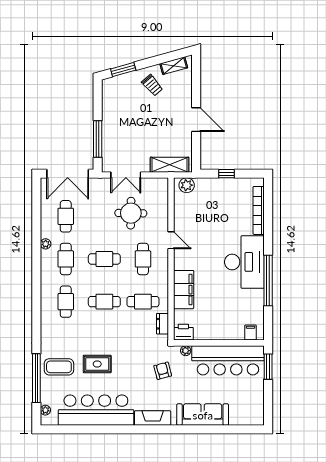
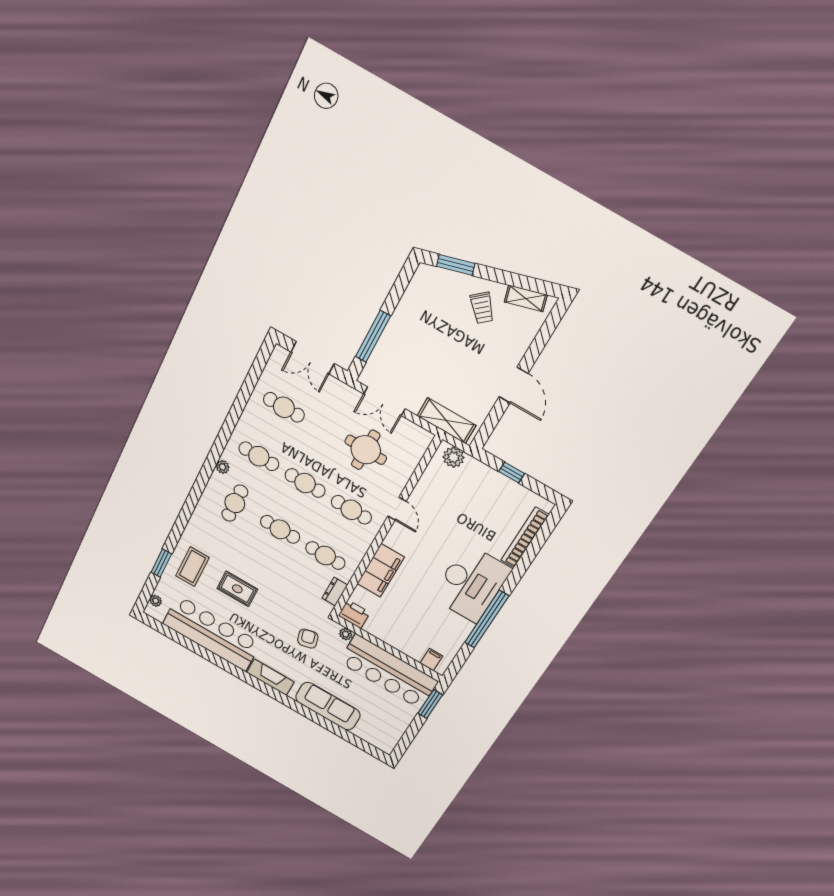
double door: (68, 174) -> (313, 358), width x0.73
cafe table: (66, 216) -> (284, 407), turned 90
plant: (46, 244) -> (223, 467), moved
cafe table: (66, 259) -> (259, 456), turned 90
cafe table: (143, 259) -> (351, 510), turned 90
coffee table: (59, 367) -> (192, 567), turned 90
window: (36, 378) -> (161, 563), width x0.47

